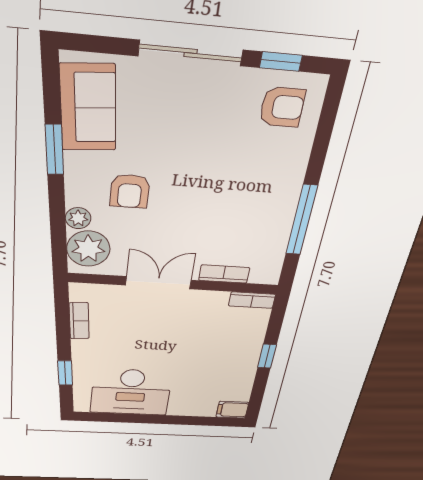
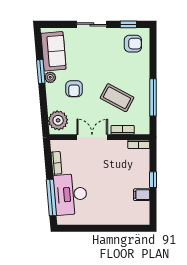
sliding door: (191, 53) -> (92, 24), width x0.73
coffee table: (223, 215) -> (117, 98), added
plant: (78, 218) -> (50, 77), moved
window: (65, 373) -> (51, 198), width x2.17
desk: (131, 392) -> (70, 194), moved, turned 85
filing cabinet: (232, 410) -> (142, 195), moved

